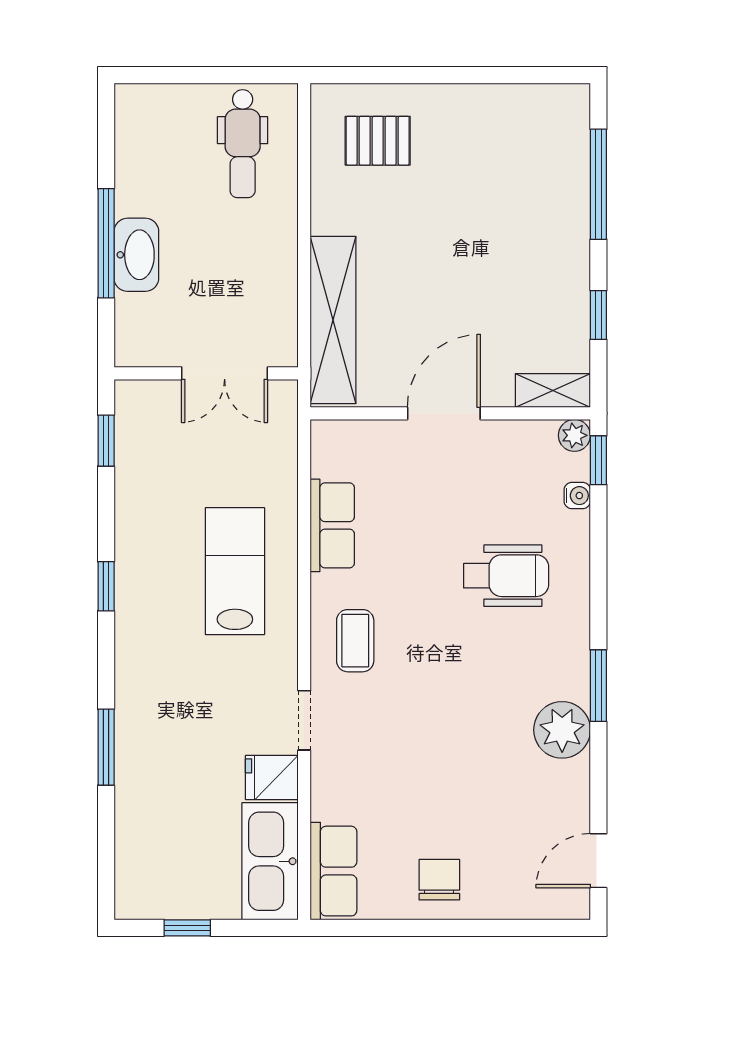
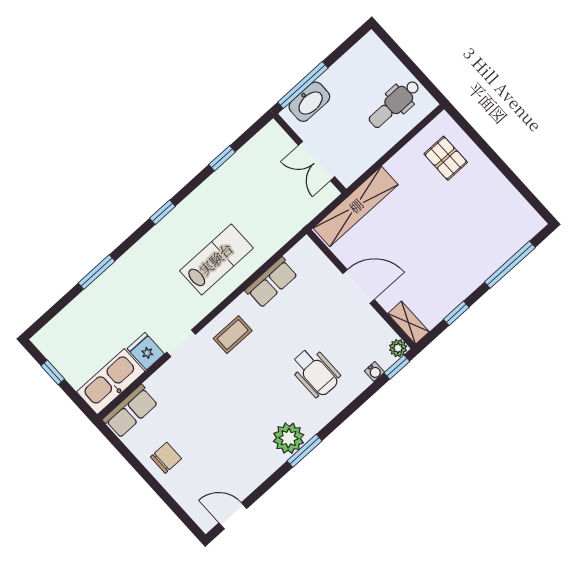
wall: (206, 373) -> (310, 153), moved
double door: (225, 373) -> (317, 161), moved
plant: (562, 730) -> (289, 438), moved

